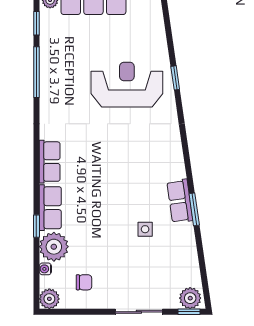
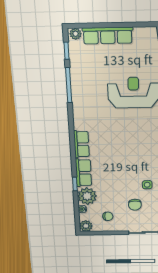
chair: (126, 263) -> (135, 205), added

